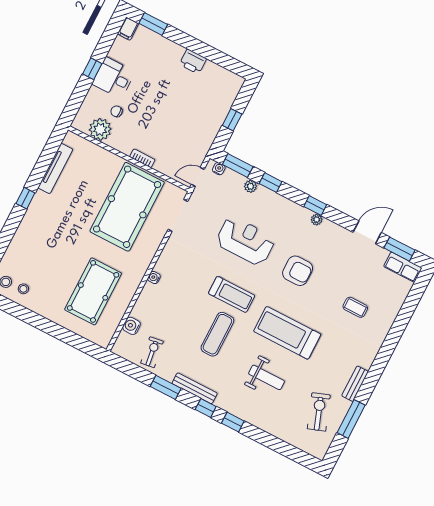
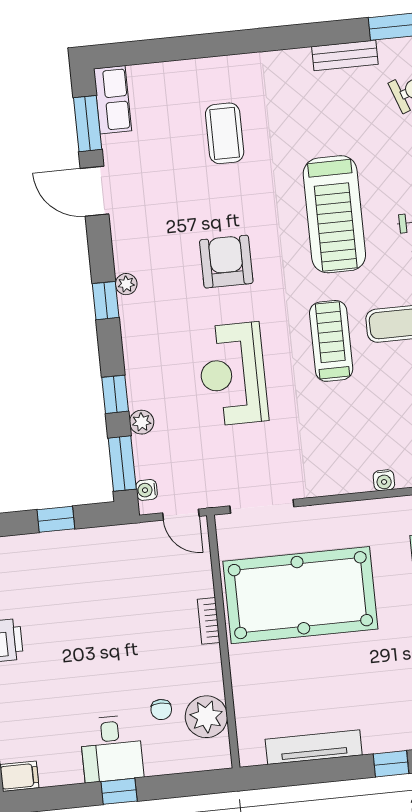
coffee table: (355, 307) -> (225, 133), width x1.36, depth x1.30

